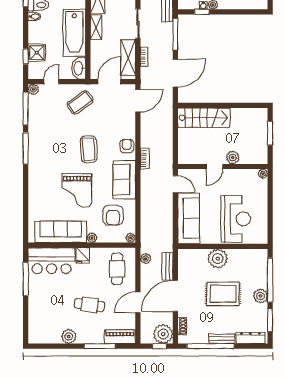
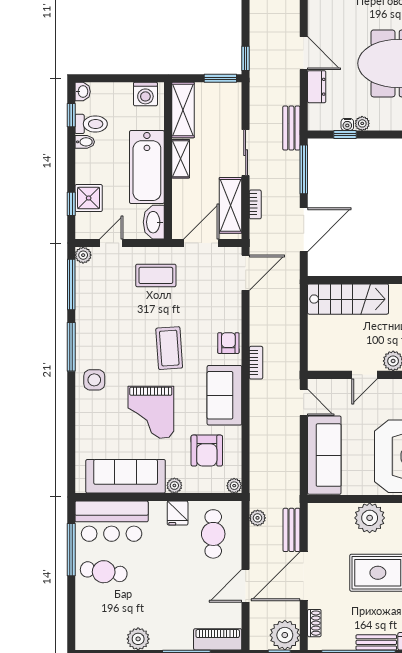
coffee table: (80, 102) -> (156, 275), turned 36
side table: (40, 170) -> (94, 380), added
fridge: (83, 255) -> (178, 513), moved
cafe table: (89, 305) -> (104, 572), moved

